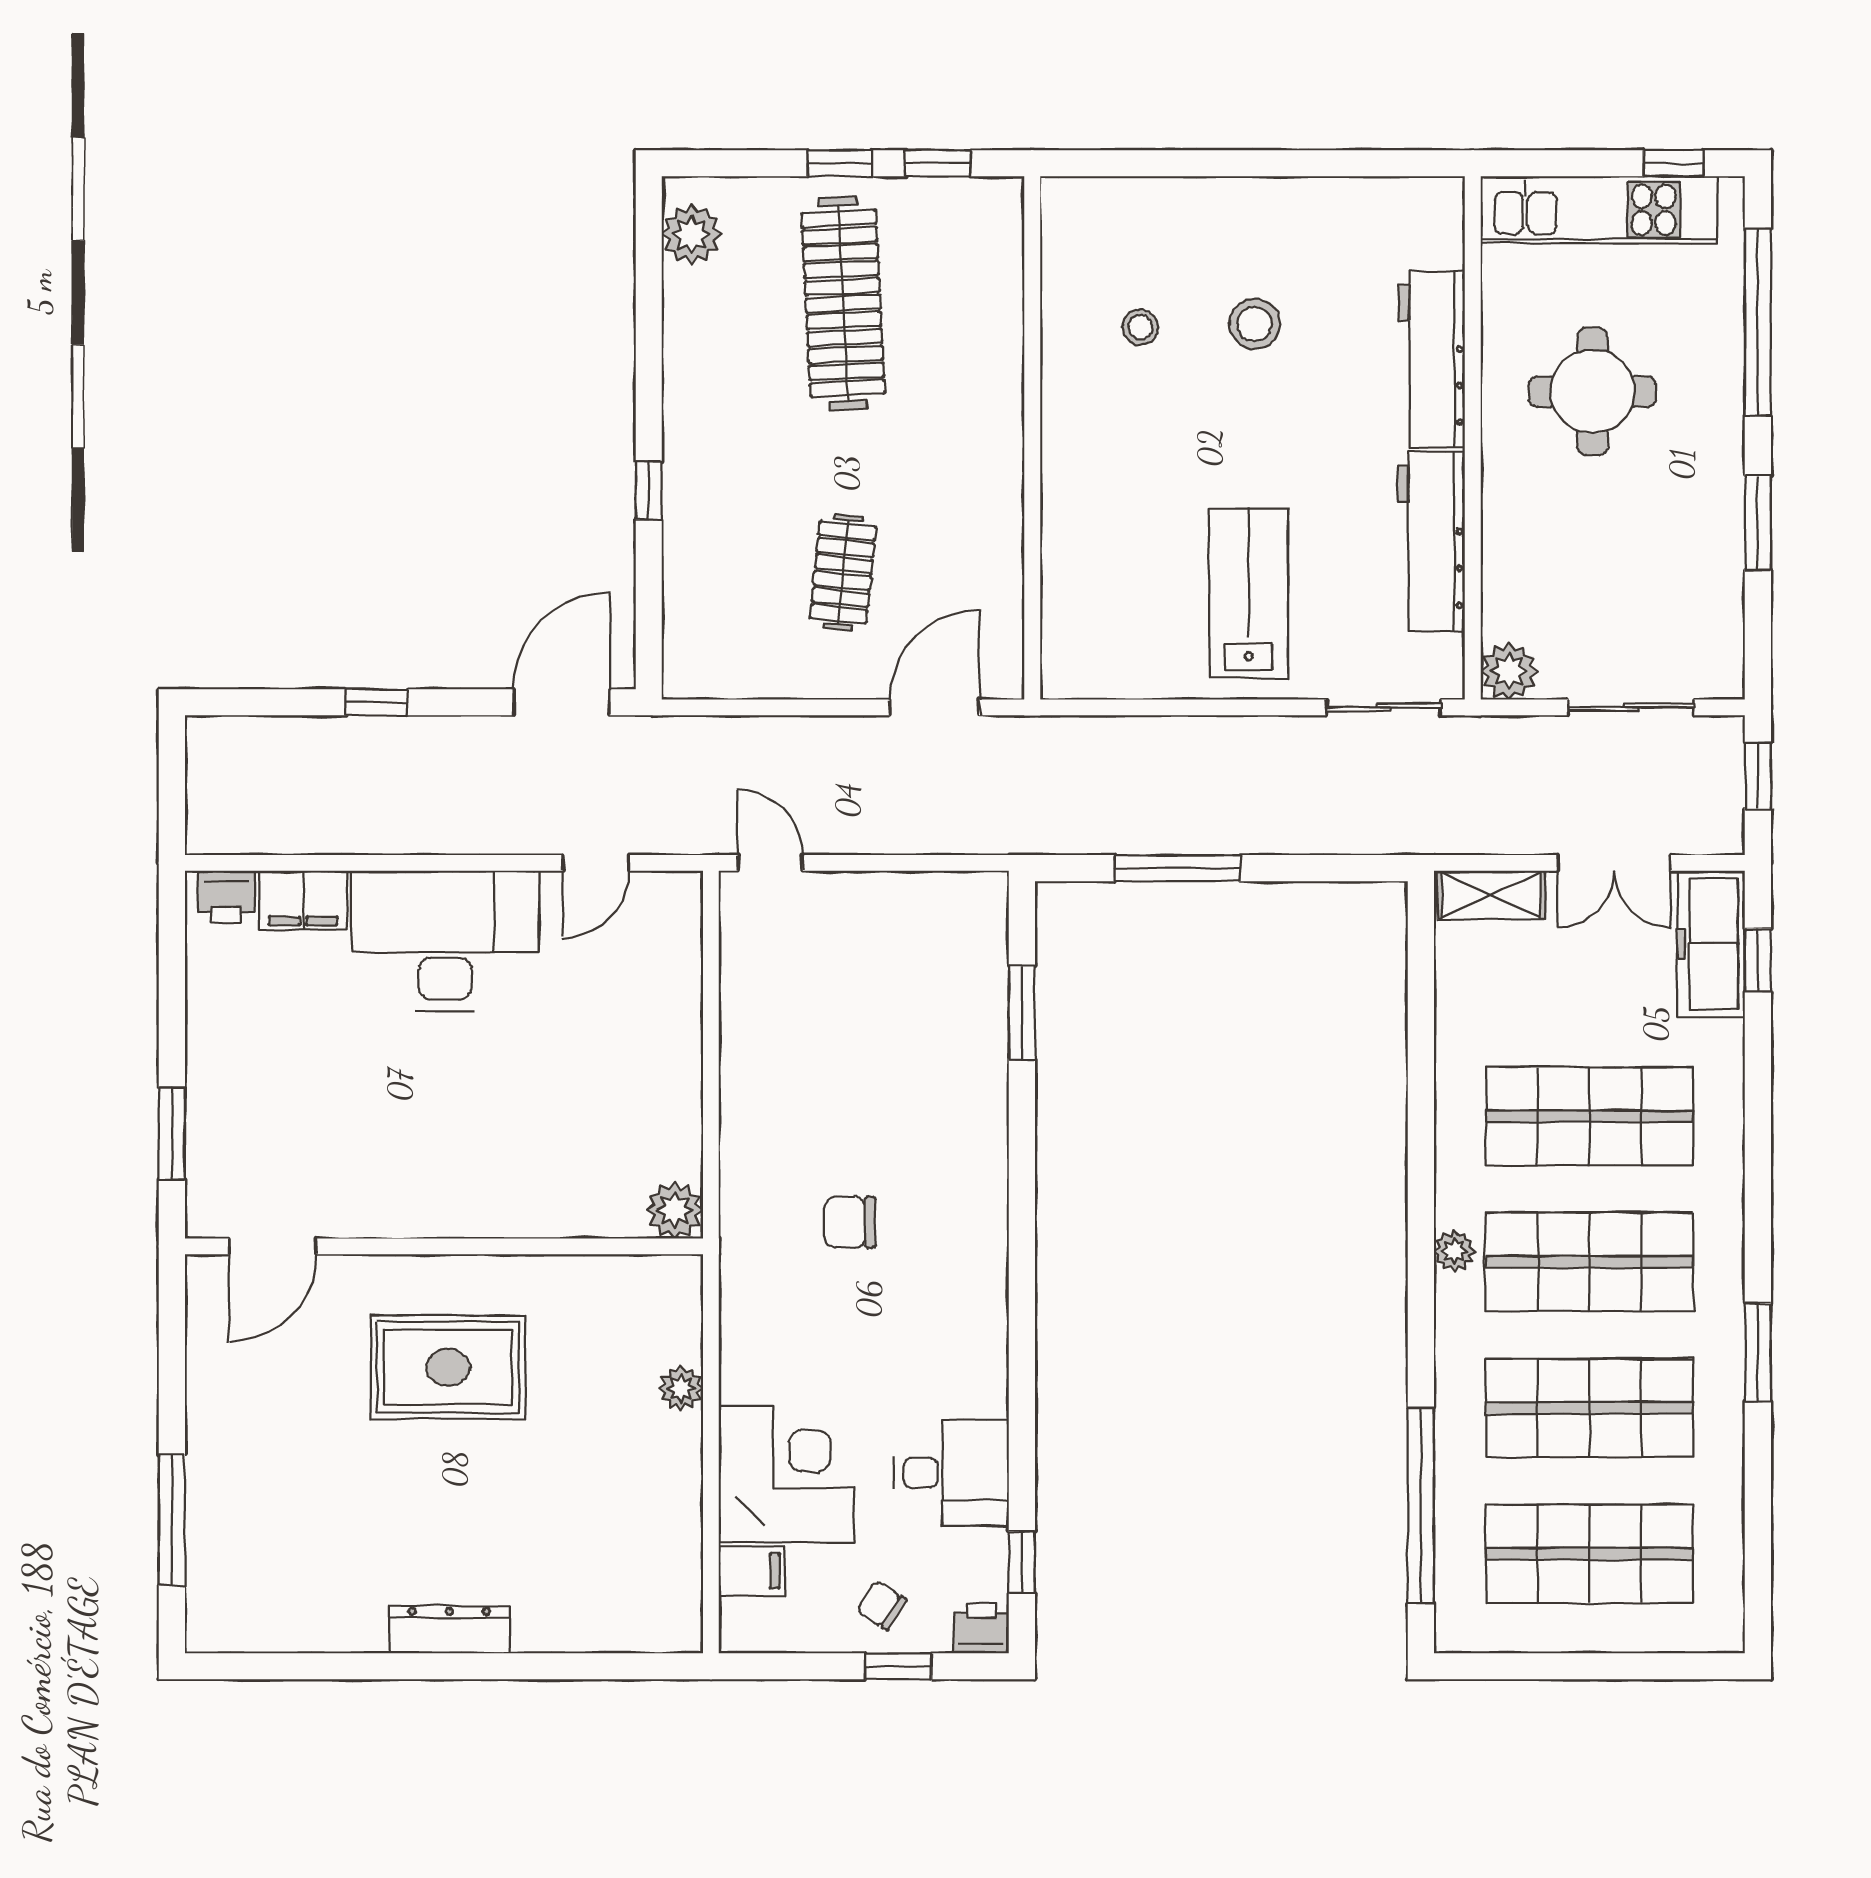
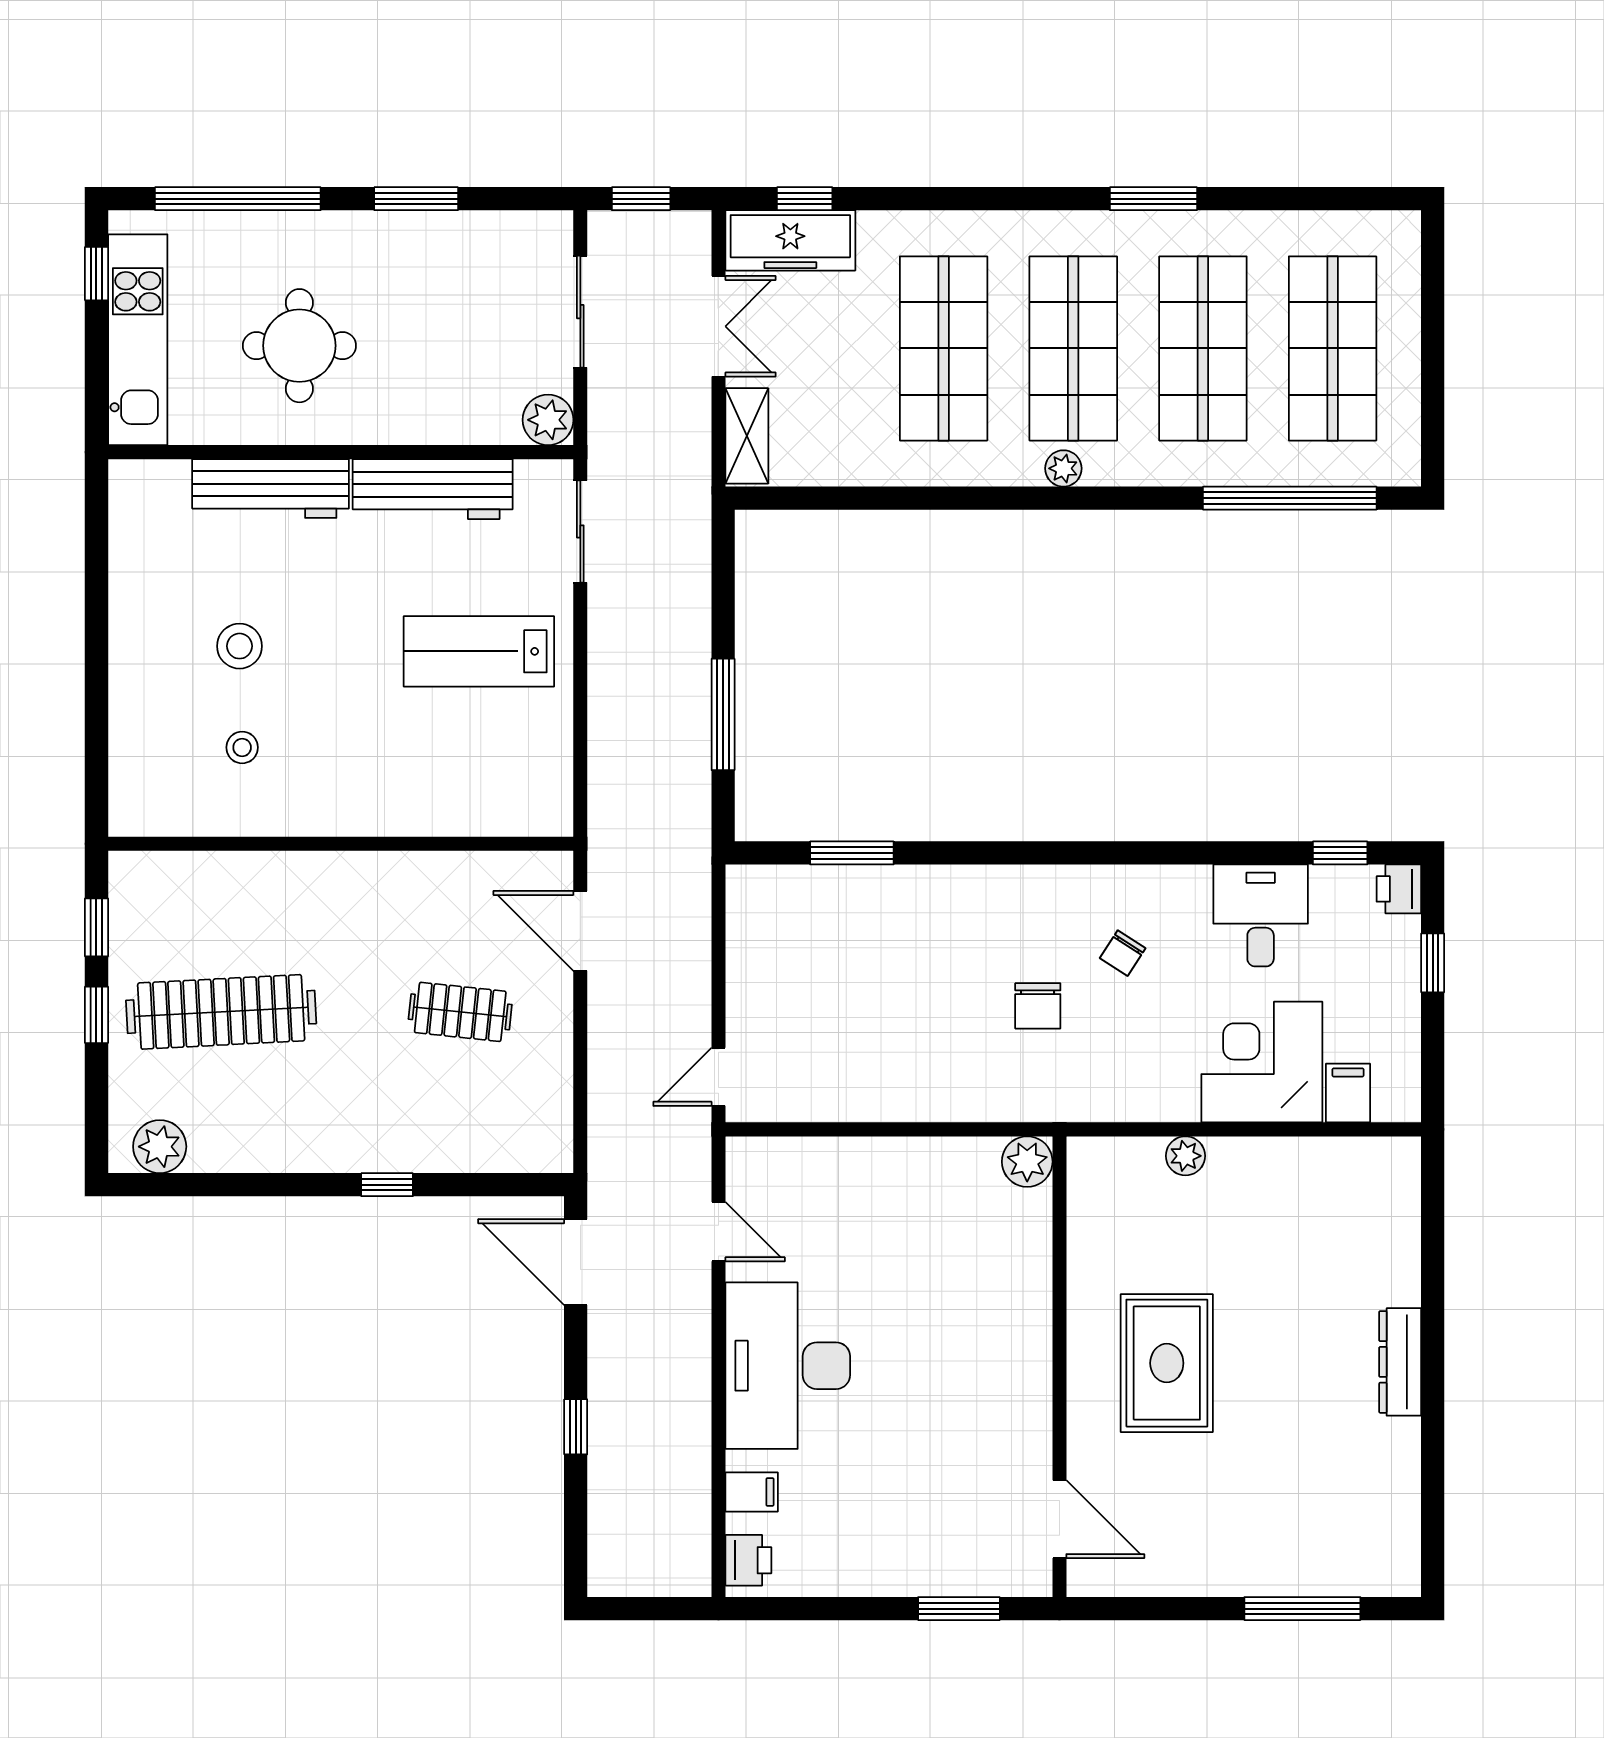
filing cabinet: (303, 900) -> (752, 1492), width x0.50
chair: (882, 1605) -> (1123, 953), moved

